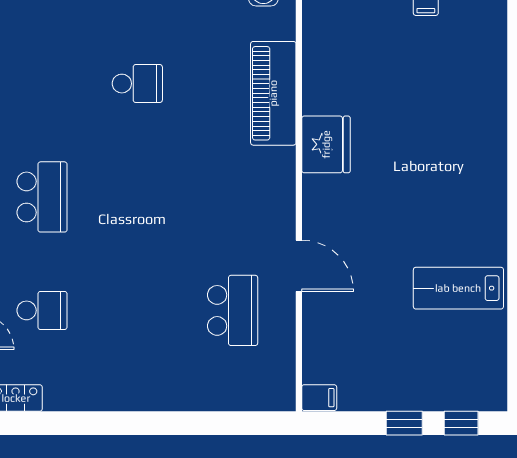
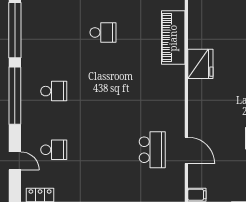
school desk: (42, 197) -> (54, 91), width x0.54
door: (299, 266) -> (186, 150), moved

